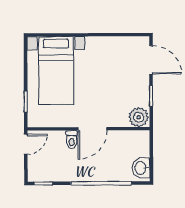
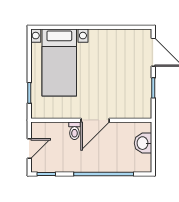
plant: (139, 117) -> (141, 109), removed
door: (26, 144) -> (29, 148), moved
washbasin: (141, 168) -> (143, 143), moved

